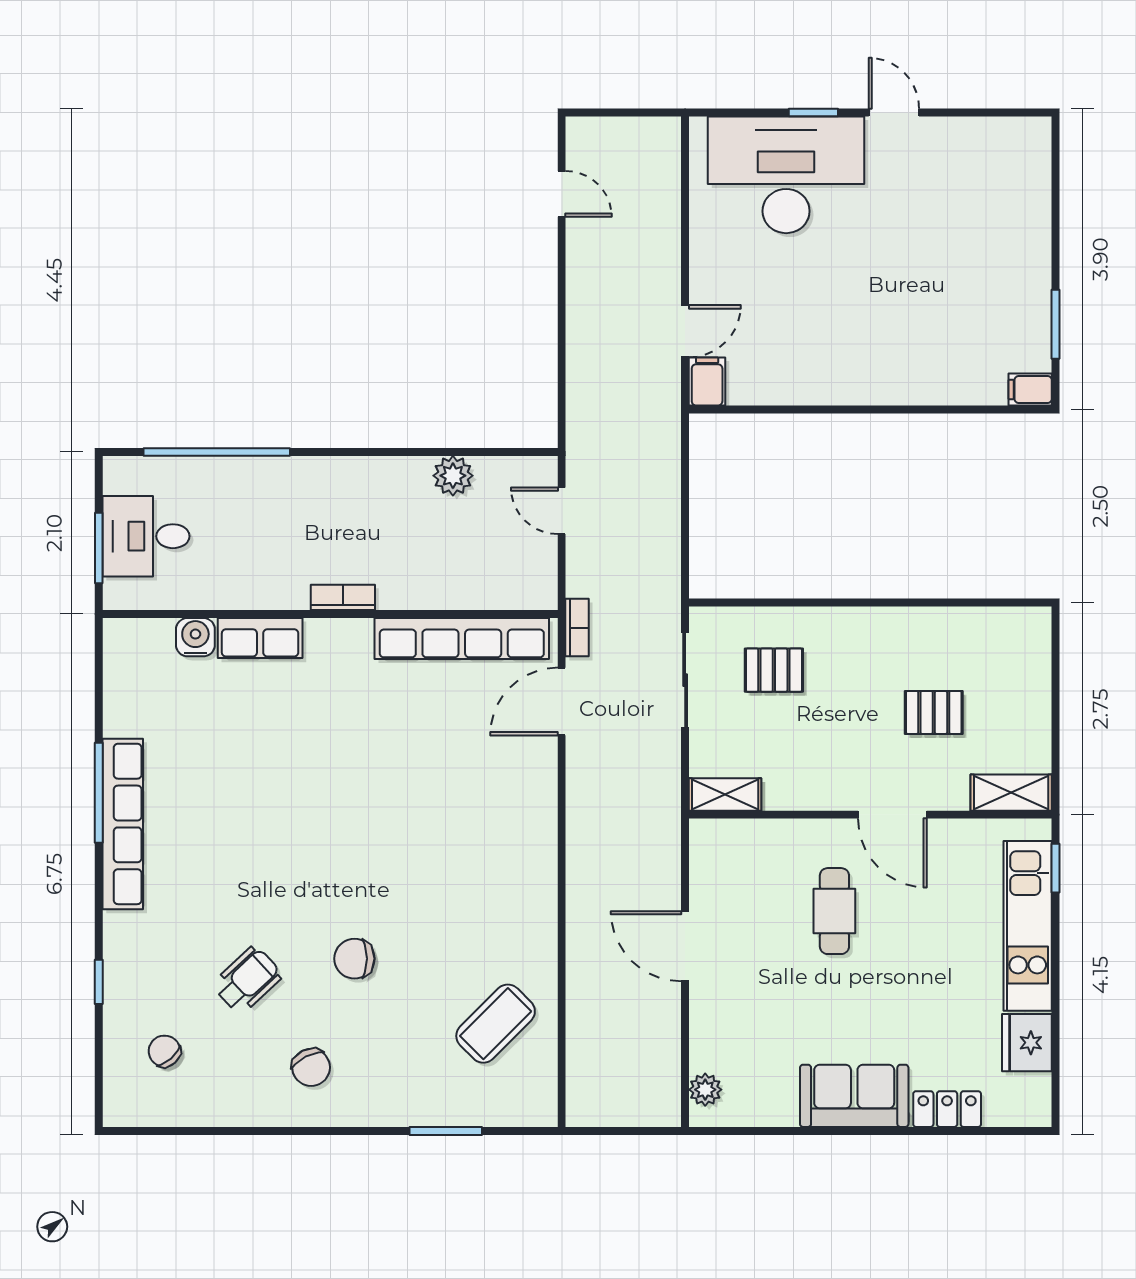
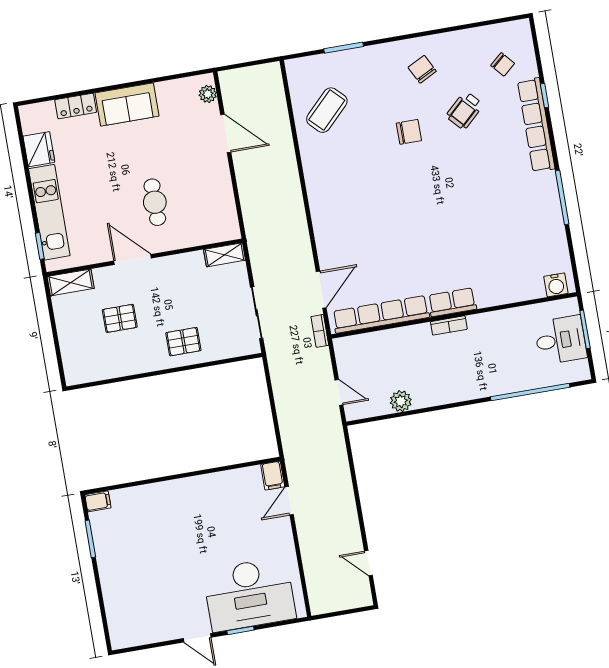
water cooler: (195, 637) -> (556, 285), moved
row of seats: (260, 638) -> (452, 302), moved
pallet: (774, 670) -> (183, 342), moved
row of seats: (123, 824) -> (536, 125), moved
door: (685, 946) -> (226, 133), moved

